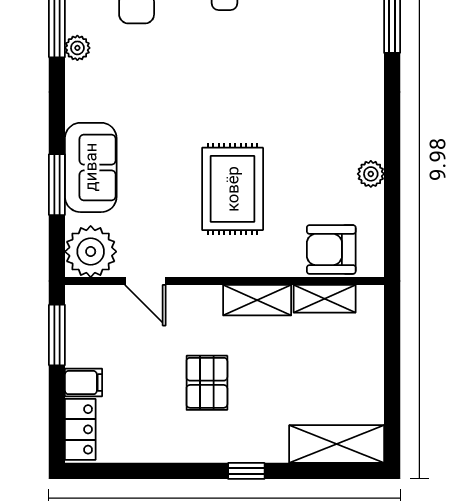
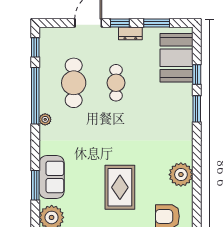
plant: (371, 174) -> (181, 175), width x1.87, depth x1.87

